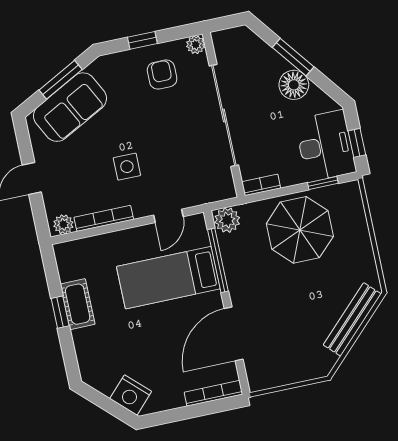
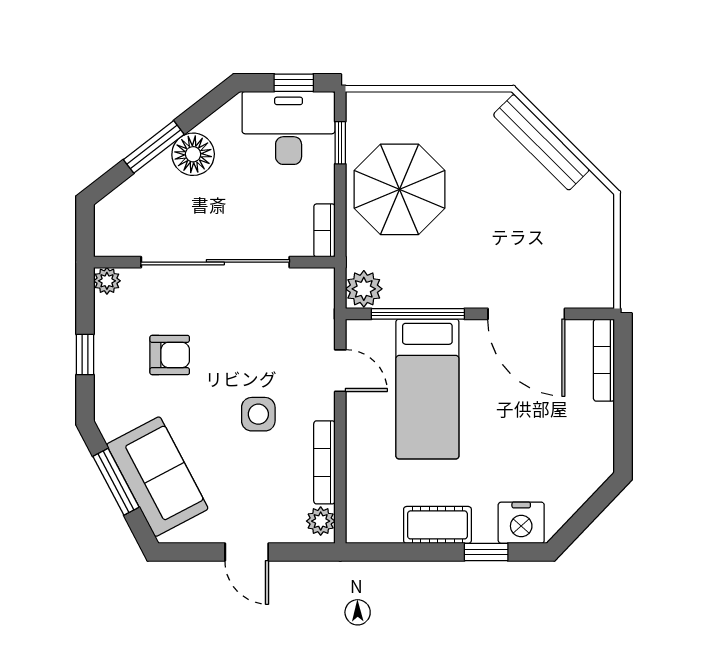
armchair: (162, 75) -> (170, 355), moved, turned 180
window: (60, 312) -> (486, 552), moved
nightstand: (131, 395) -> (521, 523), moved, turned 46

